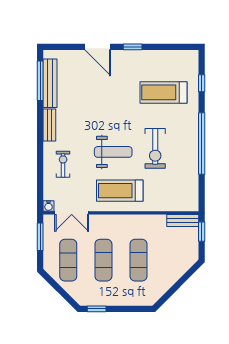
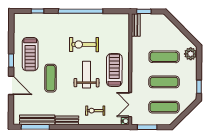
door: (98, 47) -> (11, 85), hinge flipped
treadmill: (163, 92) -> (30, 54), moved
exercise mat: (108, 102) -> (51, 78), added
exercise bike: (155, 148) -> (84, 45), turned 180
treadmill: (120, 191) -> (114, 70), turned 180
double door: (72, 213) -> (130, 105), swing flipped
plant: (143, 297) -> (191, 54), added

